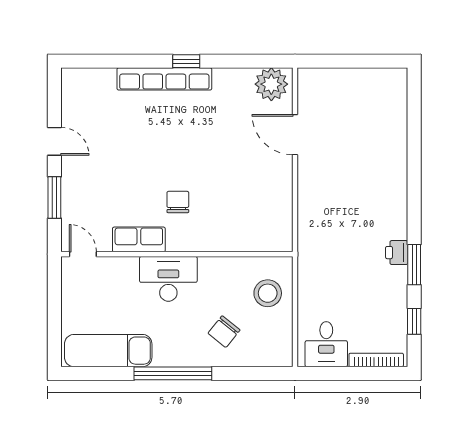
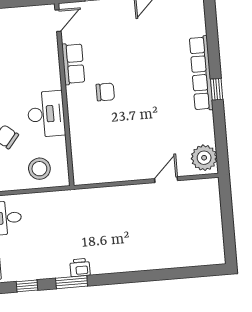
door: (295, 135) -> (166, 180), width x0.73
desk: (168, 279) -> (46, 114), moved

